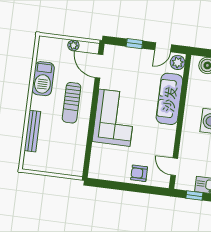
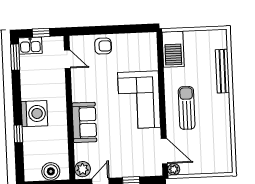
plant: (73, 45) -> (174, 169), moved
barbecue: (43, 79) -> (173, 49), moved, turned 180
sofa: (169, 99) -> (84, 122), width x0.73

